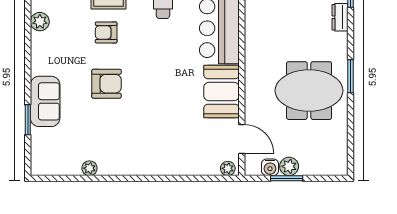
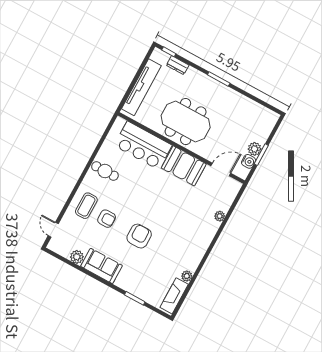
armchair: (106, 32) -> (107, 219), turned -90
meeting table: (309, 91) -> (186, 122), moved, turned 90
sofa: (45, 101) -> (101, 266), moved
fireplace: (57, 166) -> (174, 296), added
plant: (228, 168) -> (220, 216), moved

